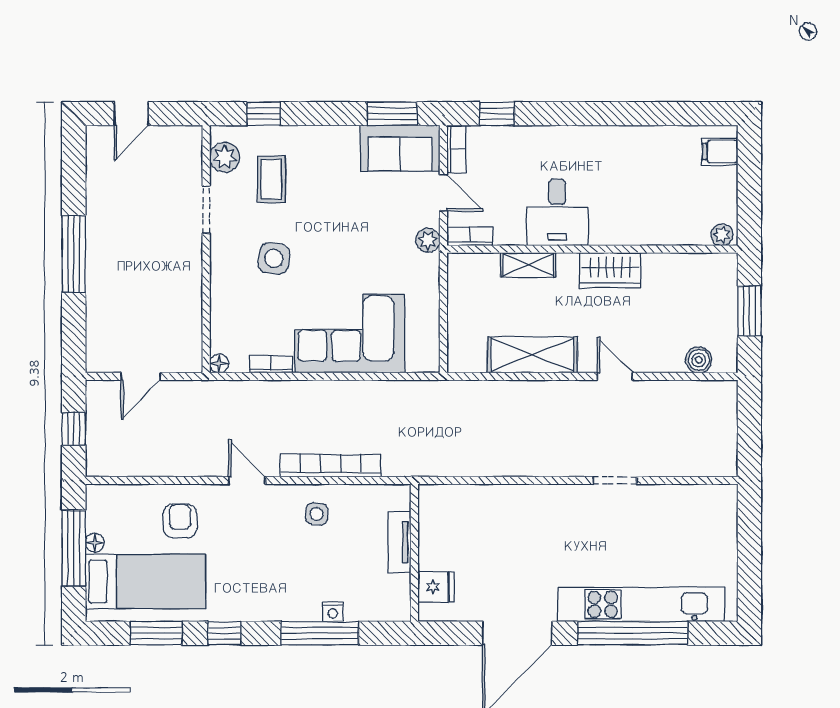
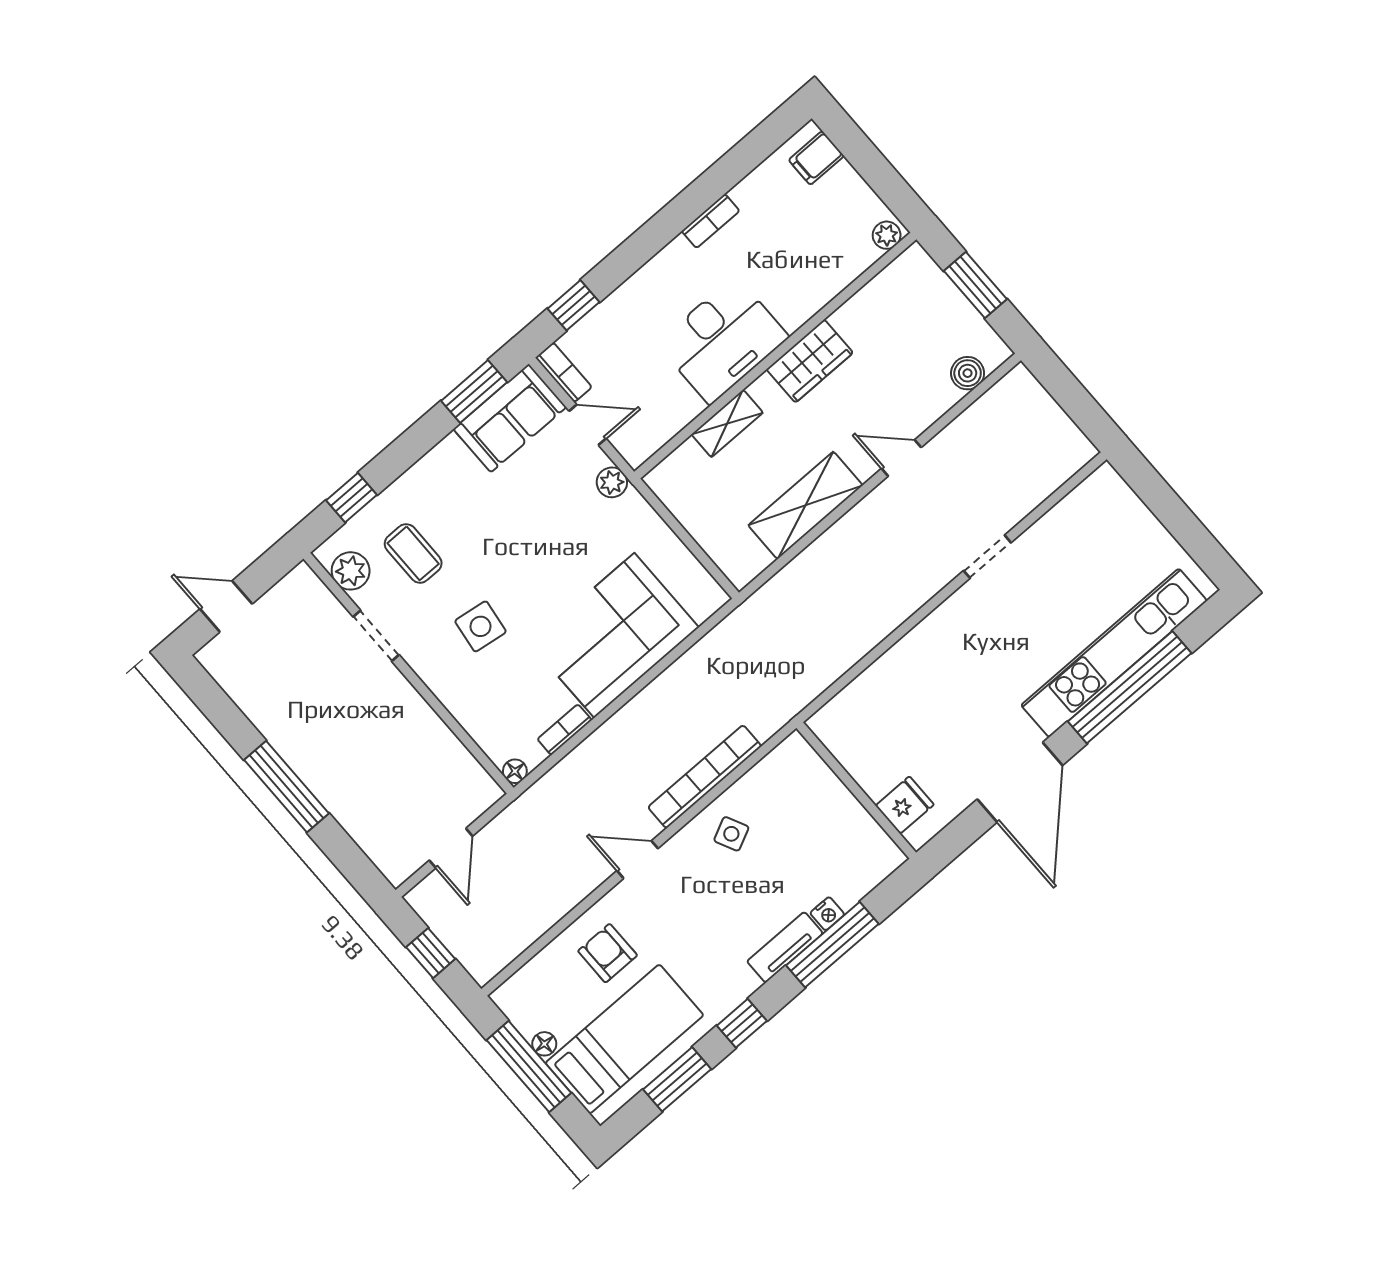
door: (131, 114) -> (226, 606), swing flipped
desk: (557, 212) -> (723, 340), width x1.37
bookcase: (470, 236) -> (711, 221), moved, turned 180
side table: (317, 514) -> (731, 834), turned -32
tv unit: (399, 542) -> (785, 947), moved, turned 90

